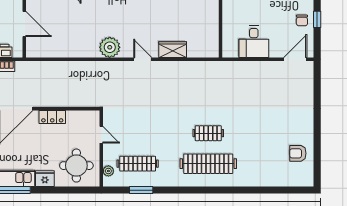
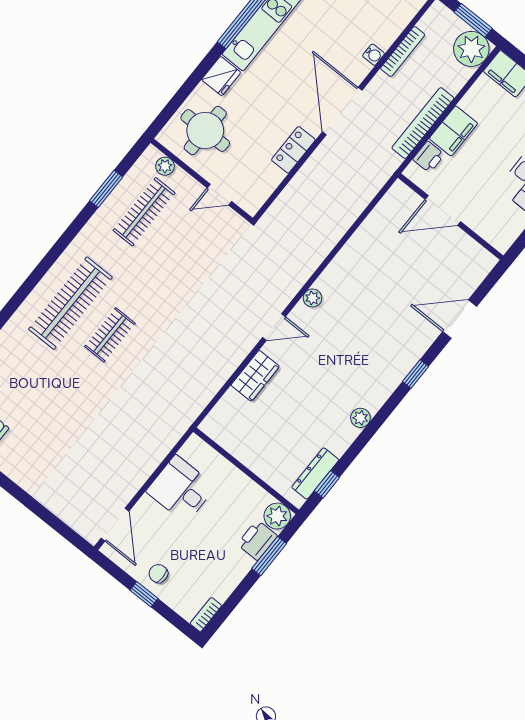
plant: (110, 47) -> (312, 298), width x0.53, depth x0.53

